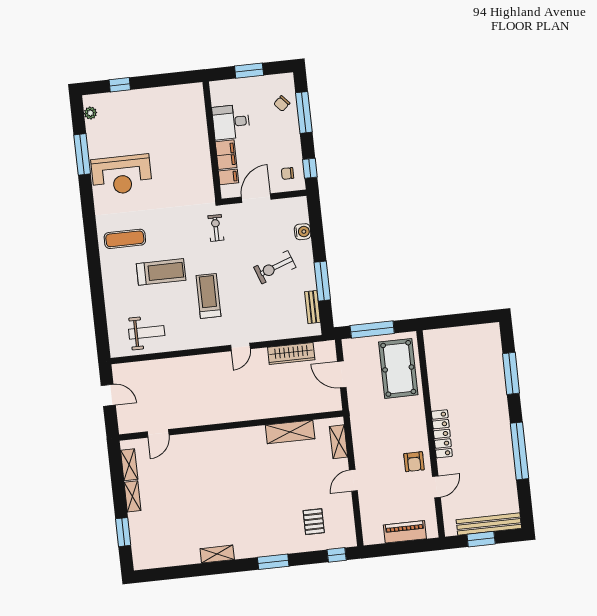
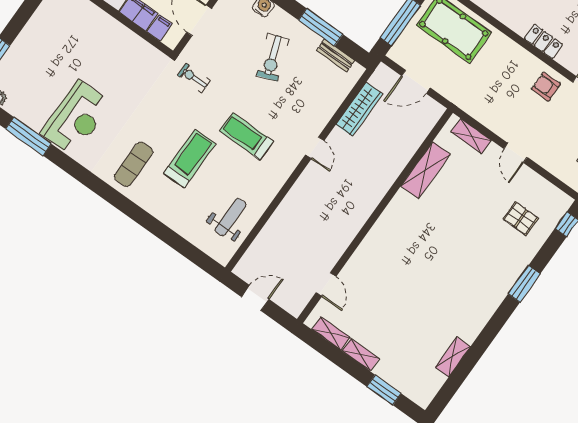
locker: (442, 434) -> (543, 41), width x0.66
armchair: (414, 462) -> (546, 87), turned 180
shelving: (217, 554) -> (453, 357), moved

